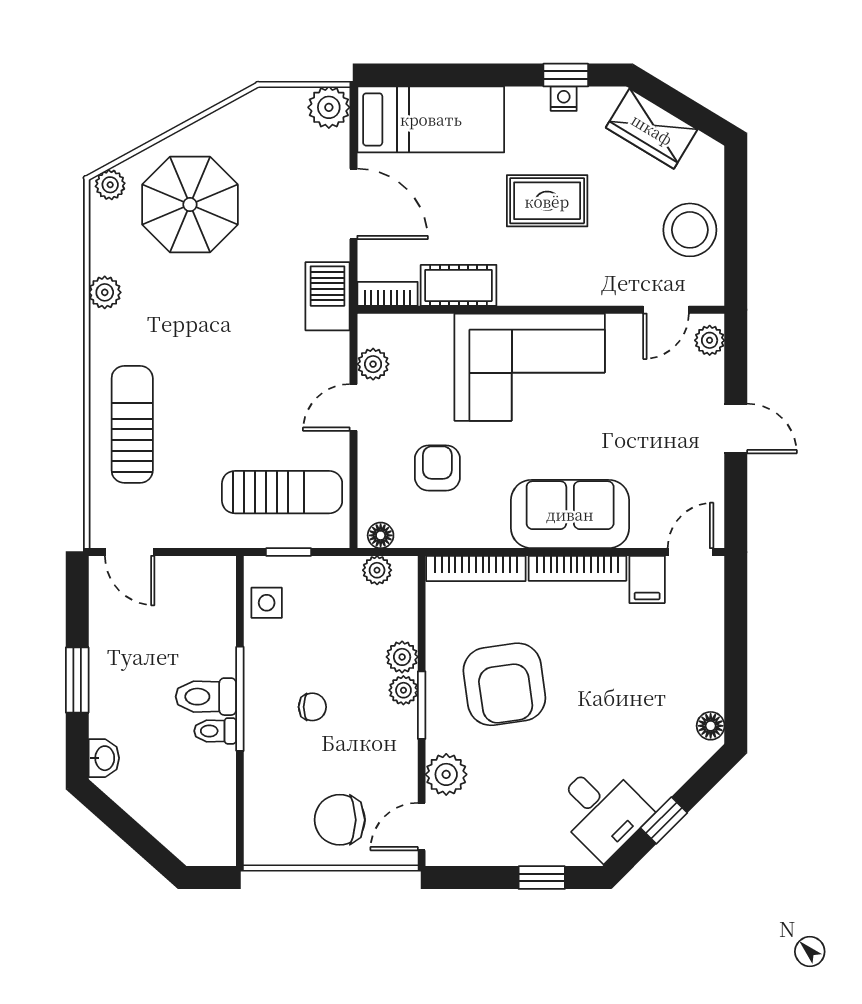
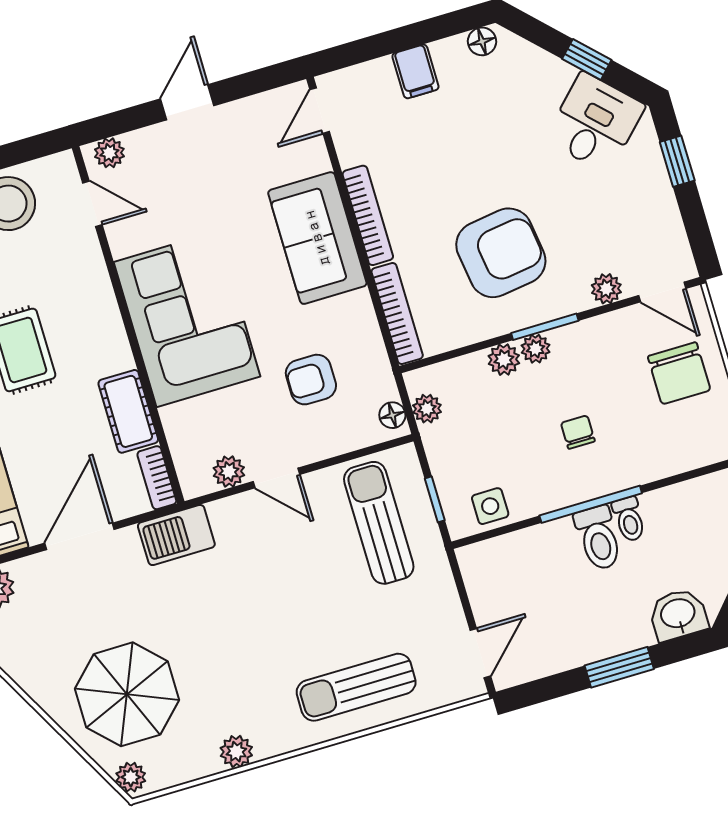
door: (690, 552) -> (320, 111), hinge flipped
filing cabinet: (647, 579) -> (415, 71), moved, turned 90
washbasin: (104, 758) -> (678, 614), width x1.38, depth x1.45
plant: (446, 774) -> (606, 289), width x0.73, depth x0.73

